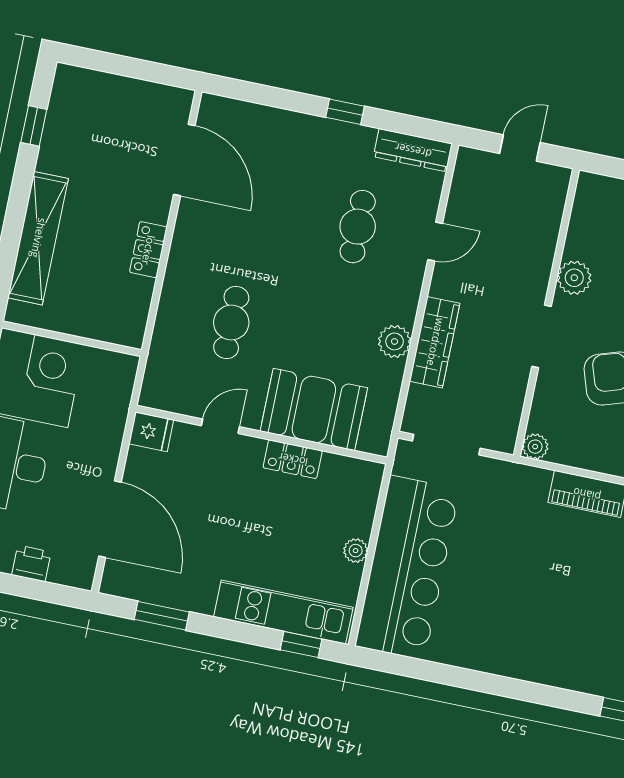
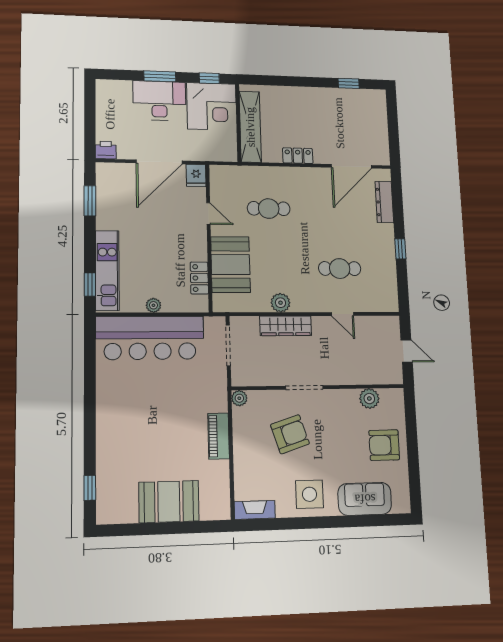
dresser: (413, 150) -> (384, 202), moved
shelving: (38, 238) -> (250, 127), moved, turned 90
plant: (574, 278) -> (369, 399), moved
locker: (293, 459) -> (199, 278), moved
door: (110, 519) -> (159, 162), moved
printer: (31, 563) -> (106, 150), moved, turned -90

